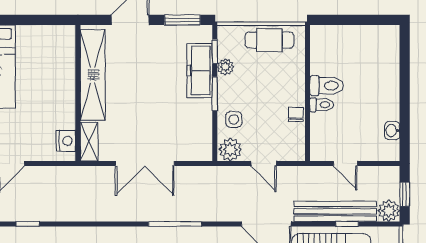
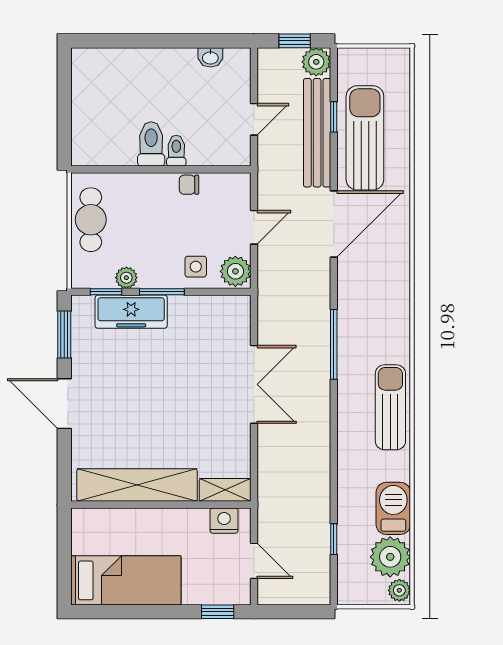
shelving: (93, 75) -> (137, 485), moved
wall: (78, 93) -> (161, 505), moved
nightstand: (66, 141) -> (224, 521), moved
shelving: (89, 142) -> (225, 490), moved

